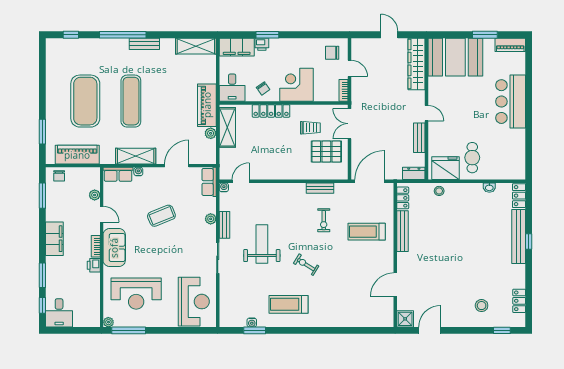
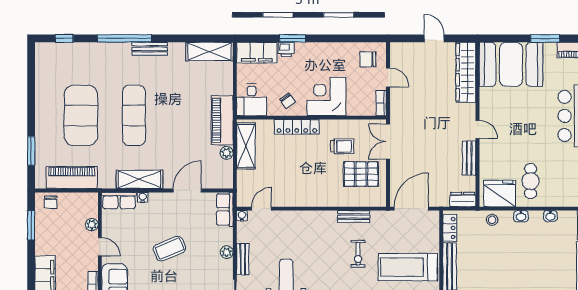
washbasin: (464, 188) -> (521, 216), added
treadmill: (367, 232) -> (408, 267), width x1.37, depth x1.38

